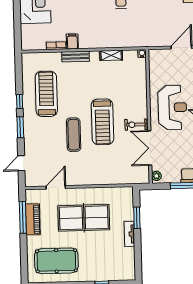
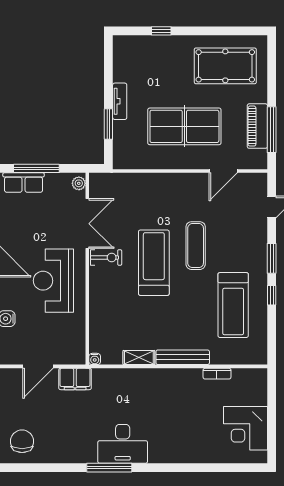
filing cabinet: (72, 41) -> (75, 379), moved, width x2.00
bench: (76, 57) -> (183, 357), width x1.36

